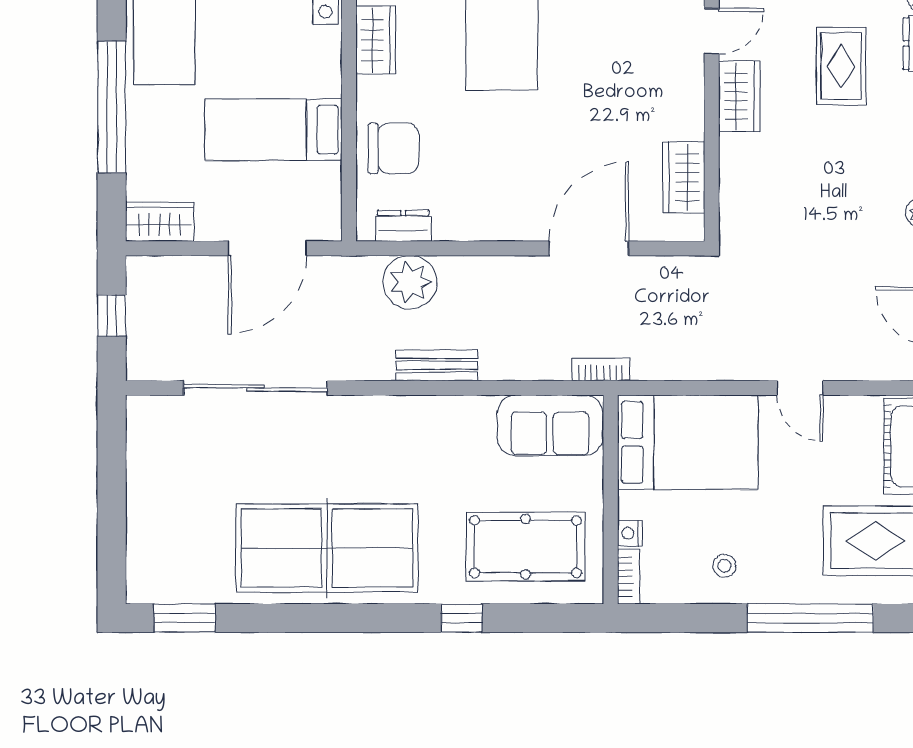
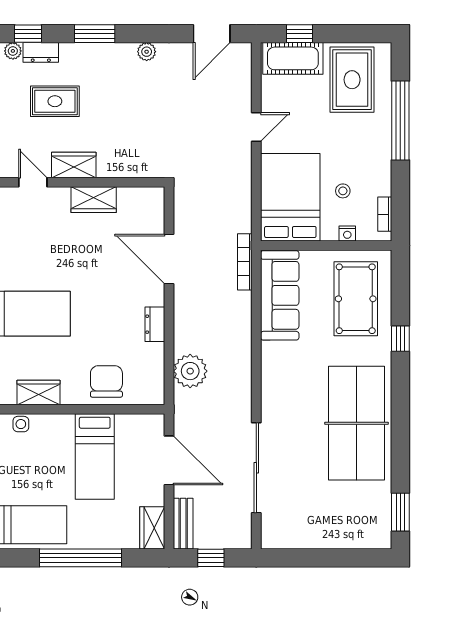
wardrobe: (684, 177) -> (94, 200), moved
dresser: (403, 226) -> (155, 324), moved
bench: (437, 365) -> (183, 524), moved
bookcase: (601, 369) -> (245, 262), width x1.56
sofa: (550, 425) -> (280, 295), width x1.36
stool: (724, 566) -> (343, 191), moved
bookcase: (629, 577) -> (385, 214), moved, turned -90

